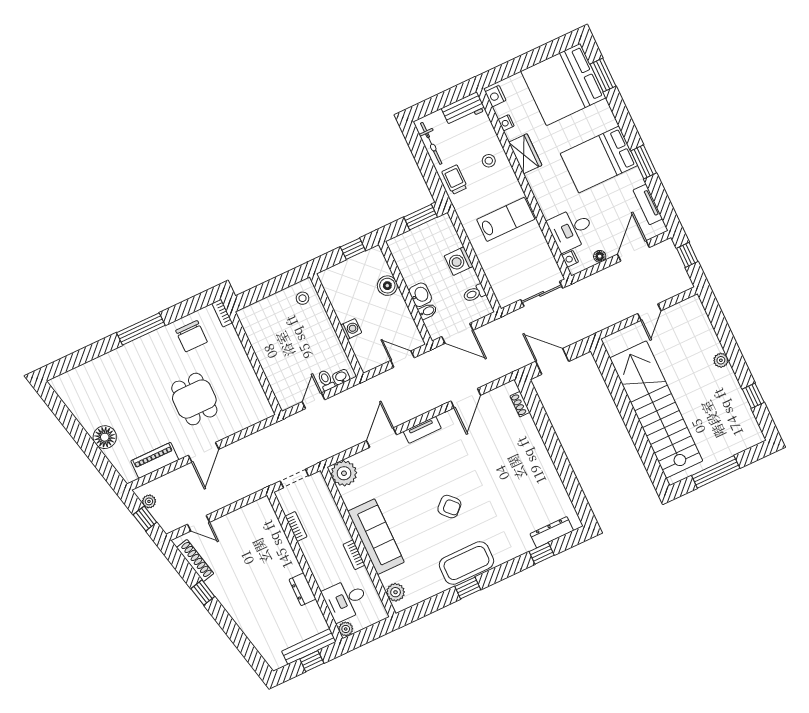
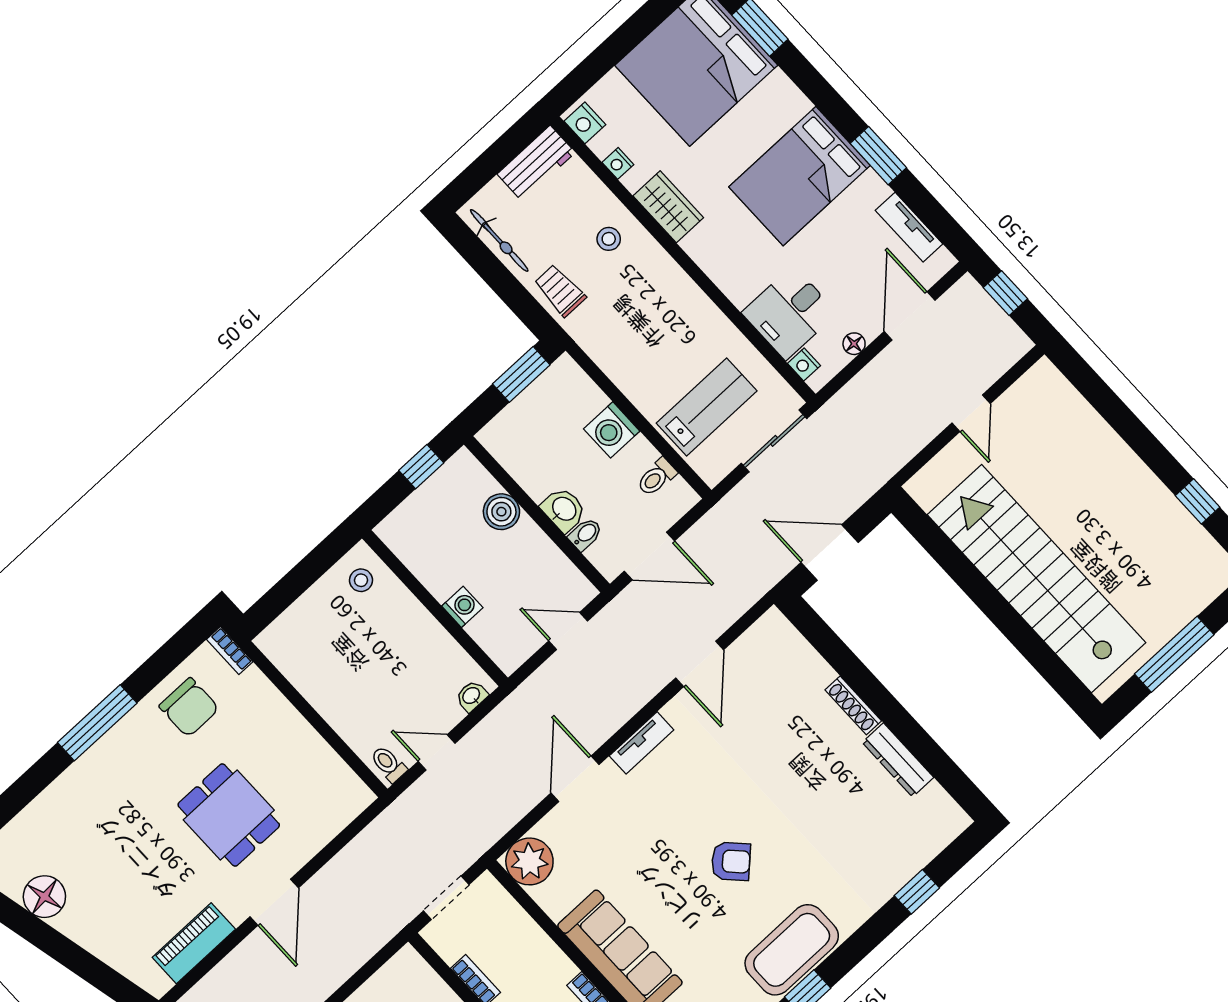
lab bench: (506, 219) -> (707, 407), moved
plant: (721, 360) -> (1122, 458), removed
toilet: (326, 380) -> (388, 764), moved
door: (314, 401) -> (437, 752), hinge flipped
shoe rack: (520, 404) -> (853, 705), moved, width x1.43
floor lamp: (105, 437) -> (44, 897), moved
dresser: (552, 532) -> (898, 760), moved, turned -90

